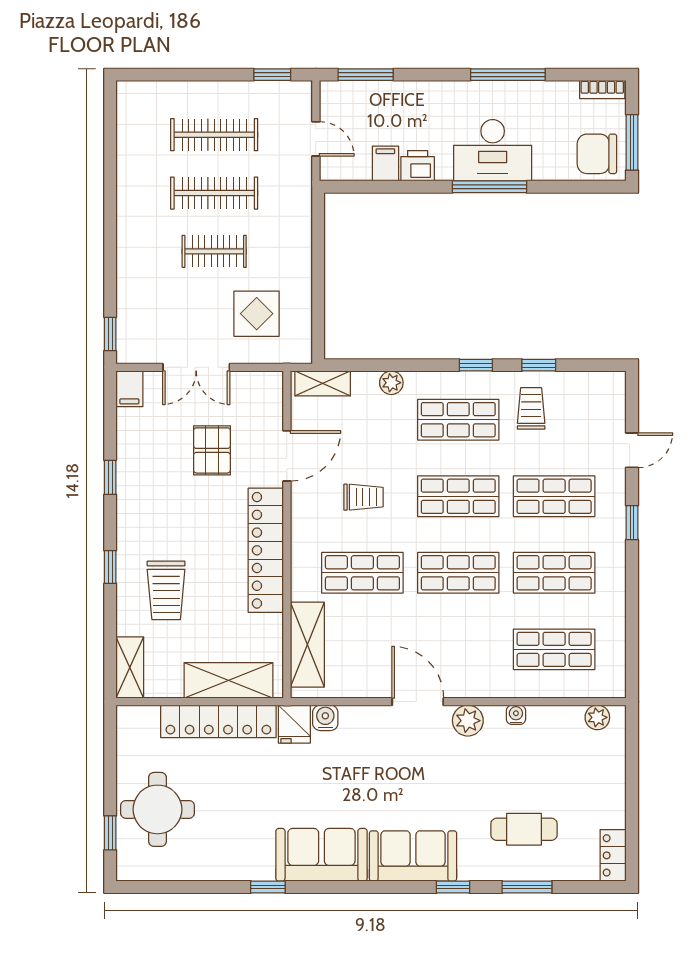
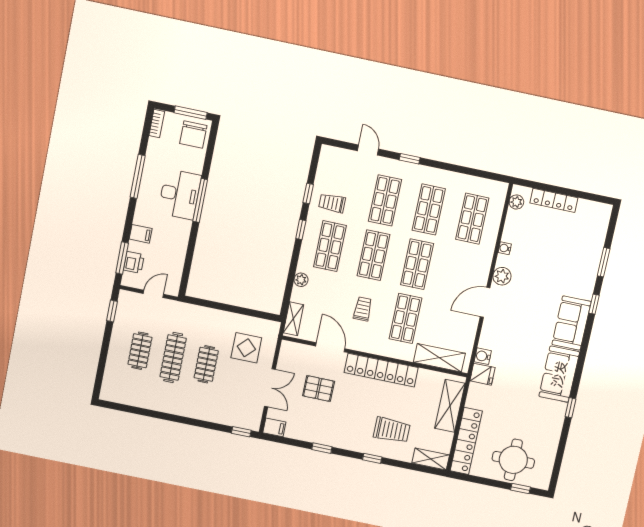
clothes rail: (214, 135) -> (140, 351), width x0.73
filing cabinet: (385, 163) -> (141, 234), moved, turned 180
printer: (418, 166) -> (134, 262), moved, turned 180
locker: (218, 721) -> (466, 441), moved
cafe table: (524, 829) -> (571, 257), removed
locker: (613, 855) -> (554, 200), moved, width x1.53

